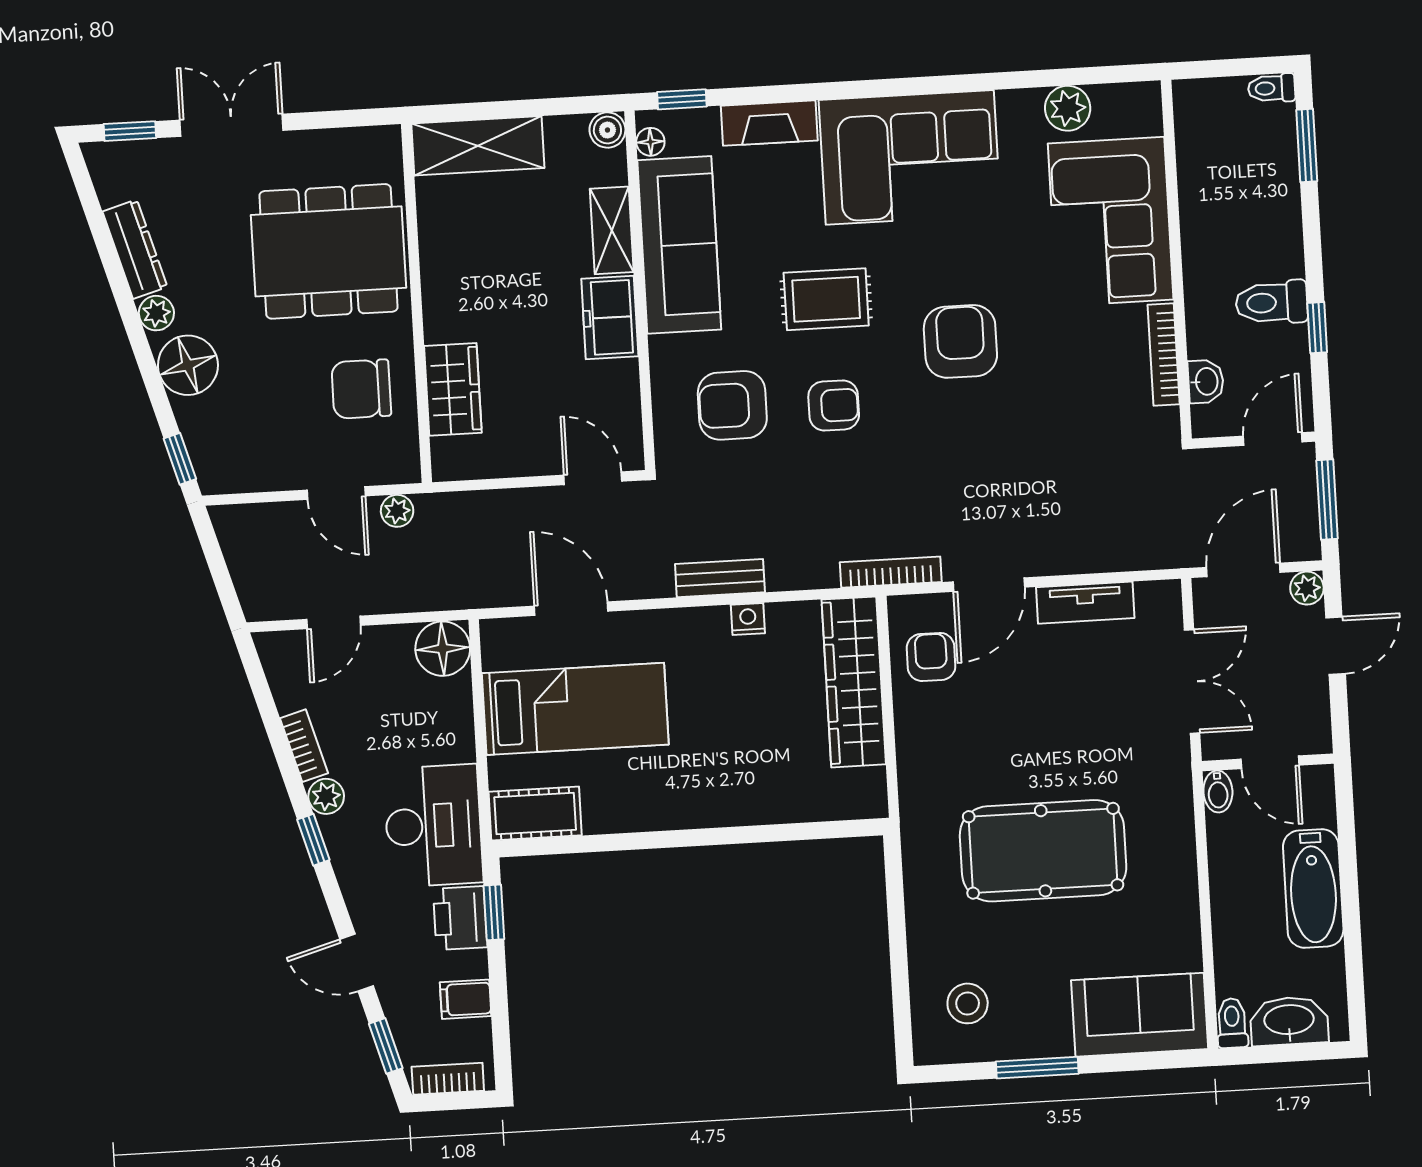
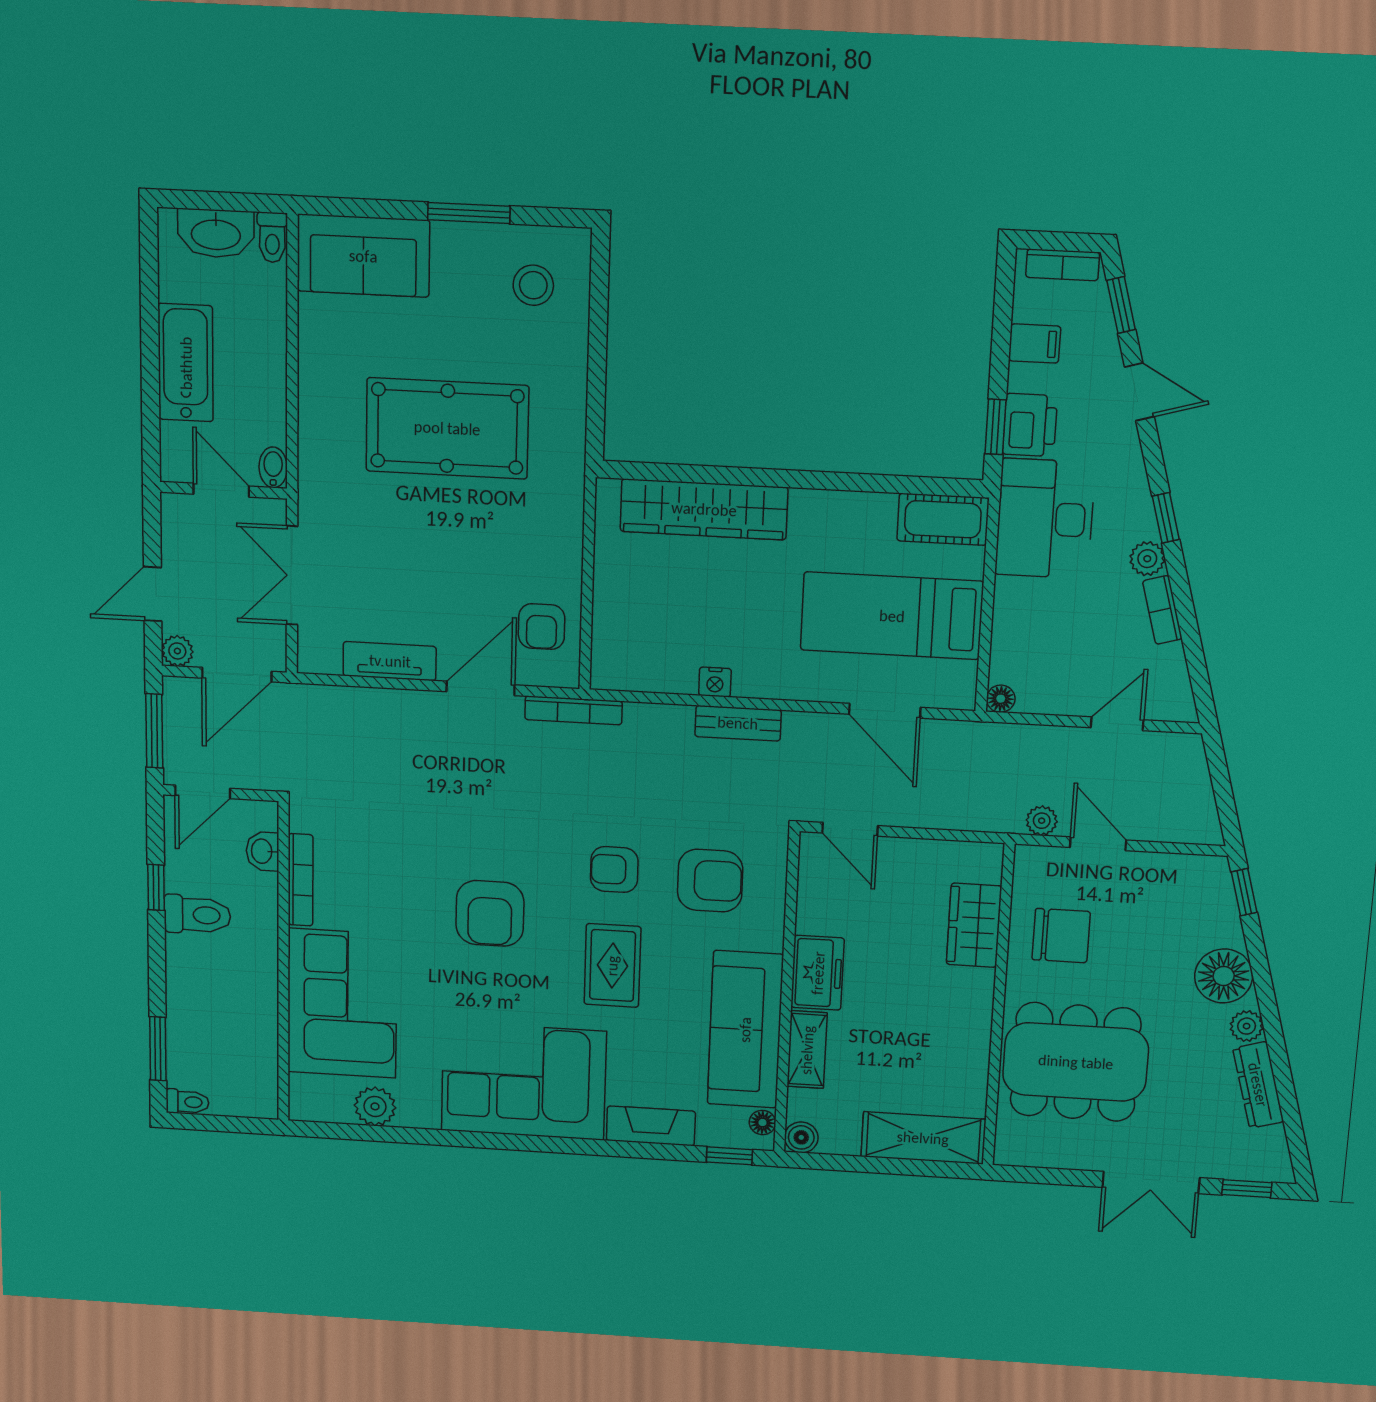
rug: (826, 299) -> (612, 966), turned 90
floor lamp: (443, 649) -> (1001, 699), width x0.53, depth x0.53
wardrobe: (854, 682) -> (704, 509), moved, turned 90

